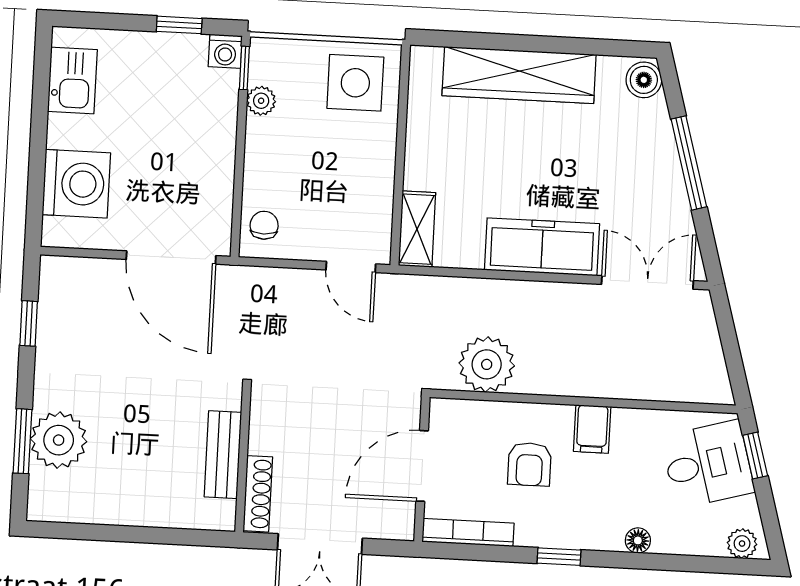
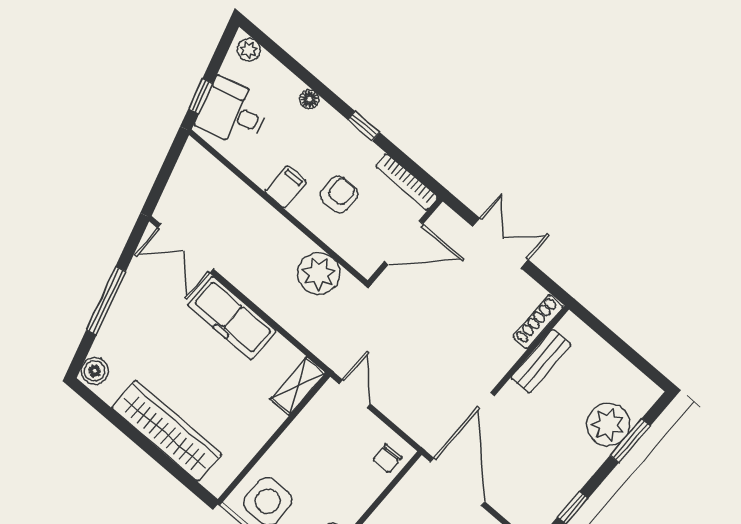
bench: (223, 455) -> (541, 361), moved
wall: (243, 460) -> (531, 349), moved
shoe rack: (258, 494) -> (538, 322), moved

